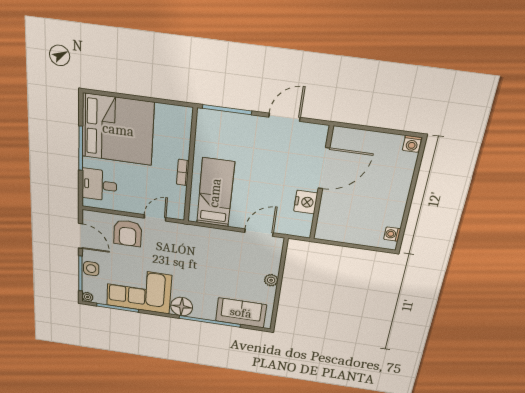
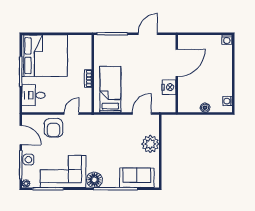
boiler: (356, 238) -> (205, 108), added
plant: (271, 280) -> (150, 144), width x1.88, depth x1.88

